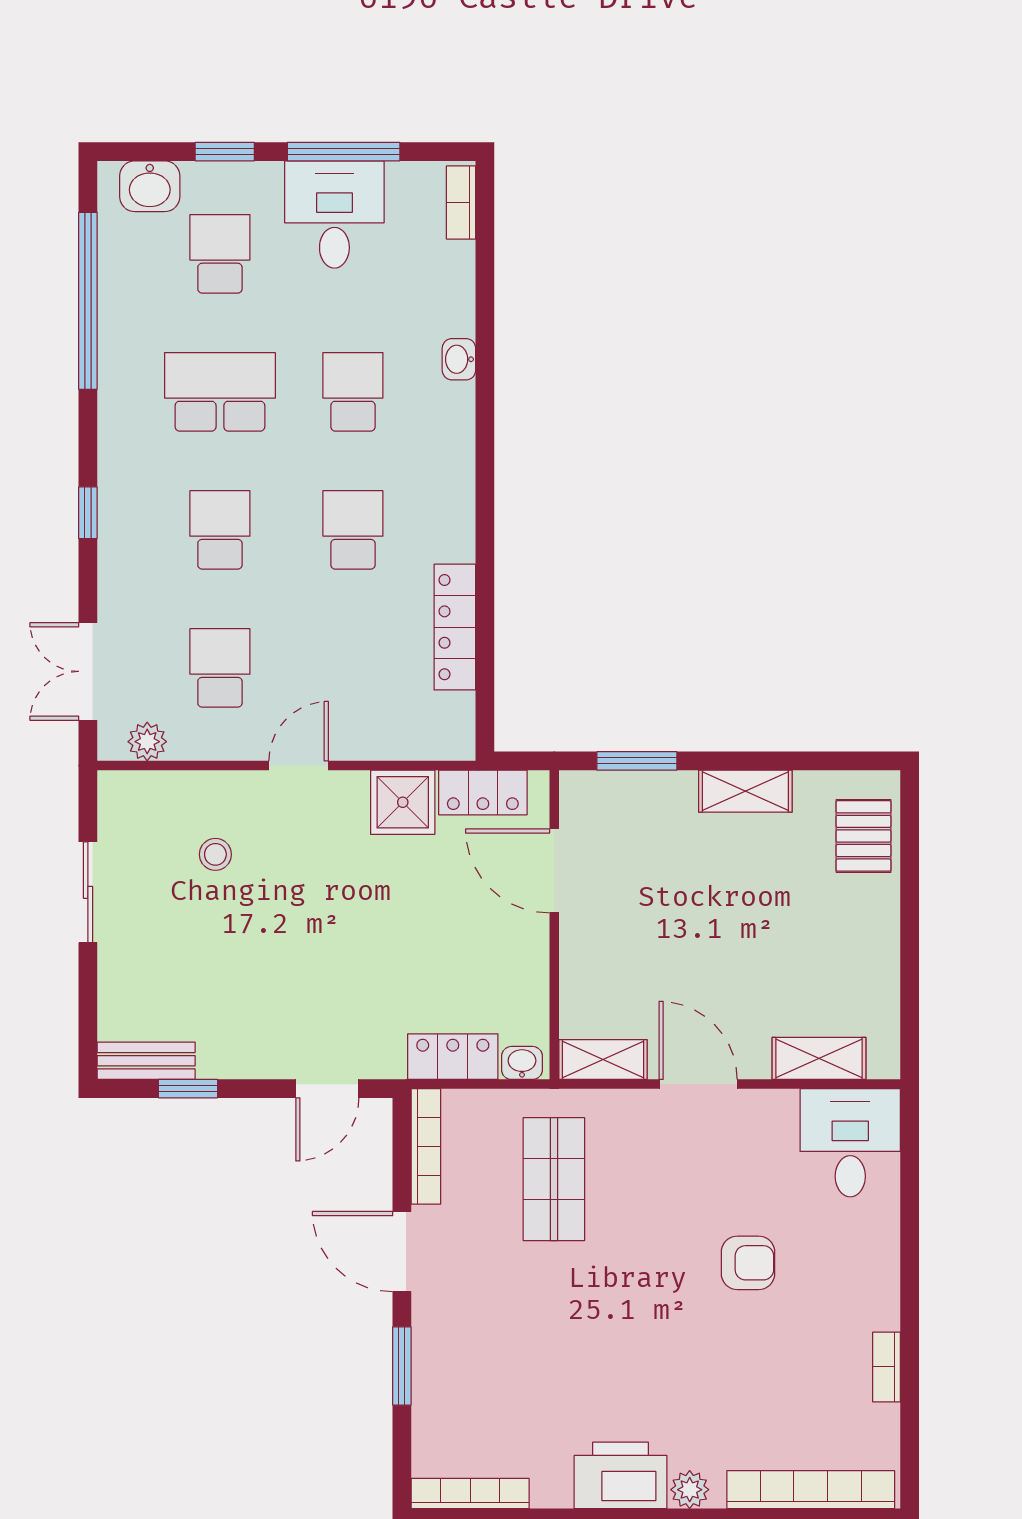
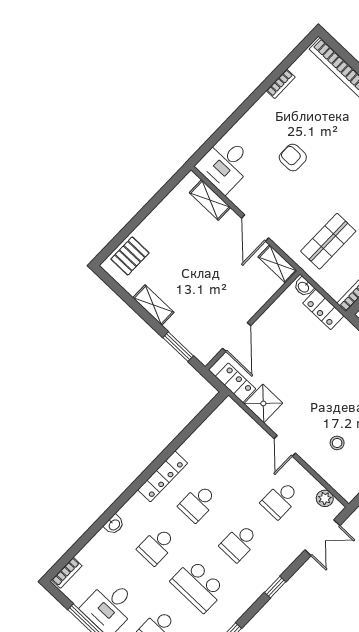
locker: (455, 627) -> (163, 476), moved
door: (299, 766) -> (285, 446), hinge flipped

